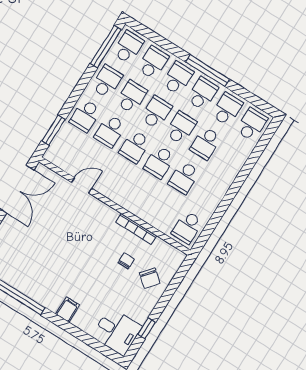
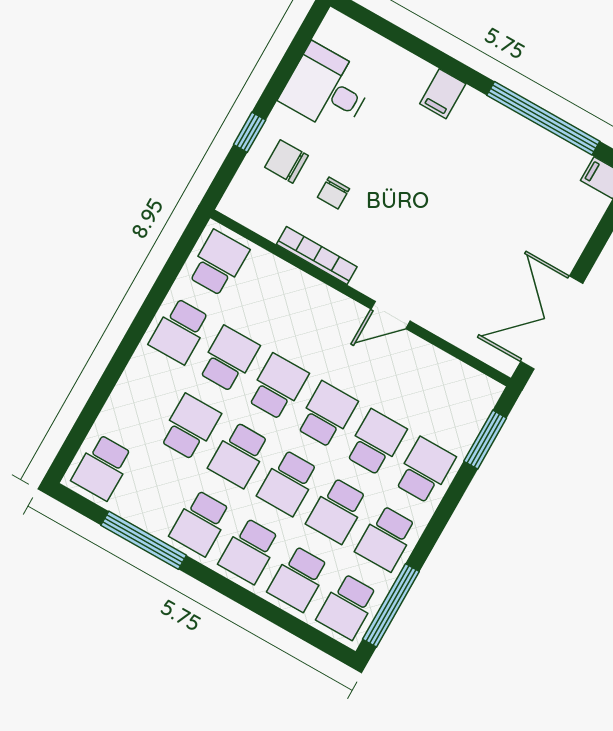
window: (208, 71) -> (144, 540), moved
school desk: (227, 109) -> (180, 331), moved
door: (82, 185) -> (391, 315), moved
chair: (150, 278) -> (287, 161), turned -40
window: (147, 328) -> (250, 132), moved
desk: (117, 331) -> (327, 89), moved

